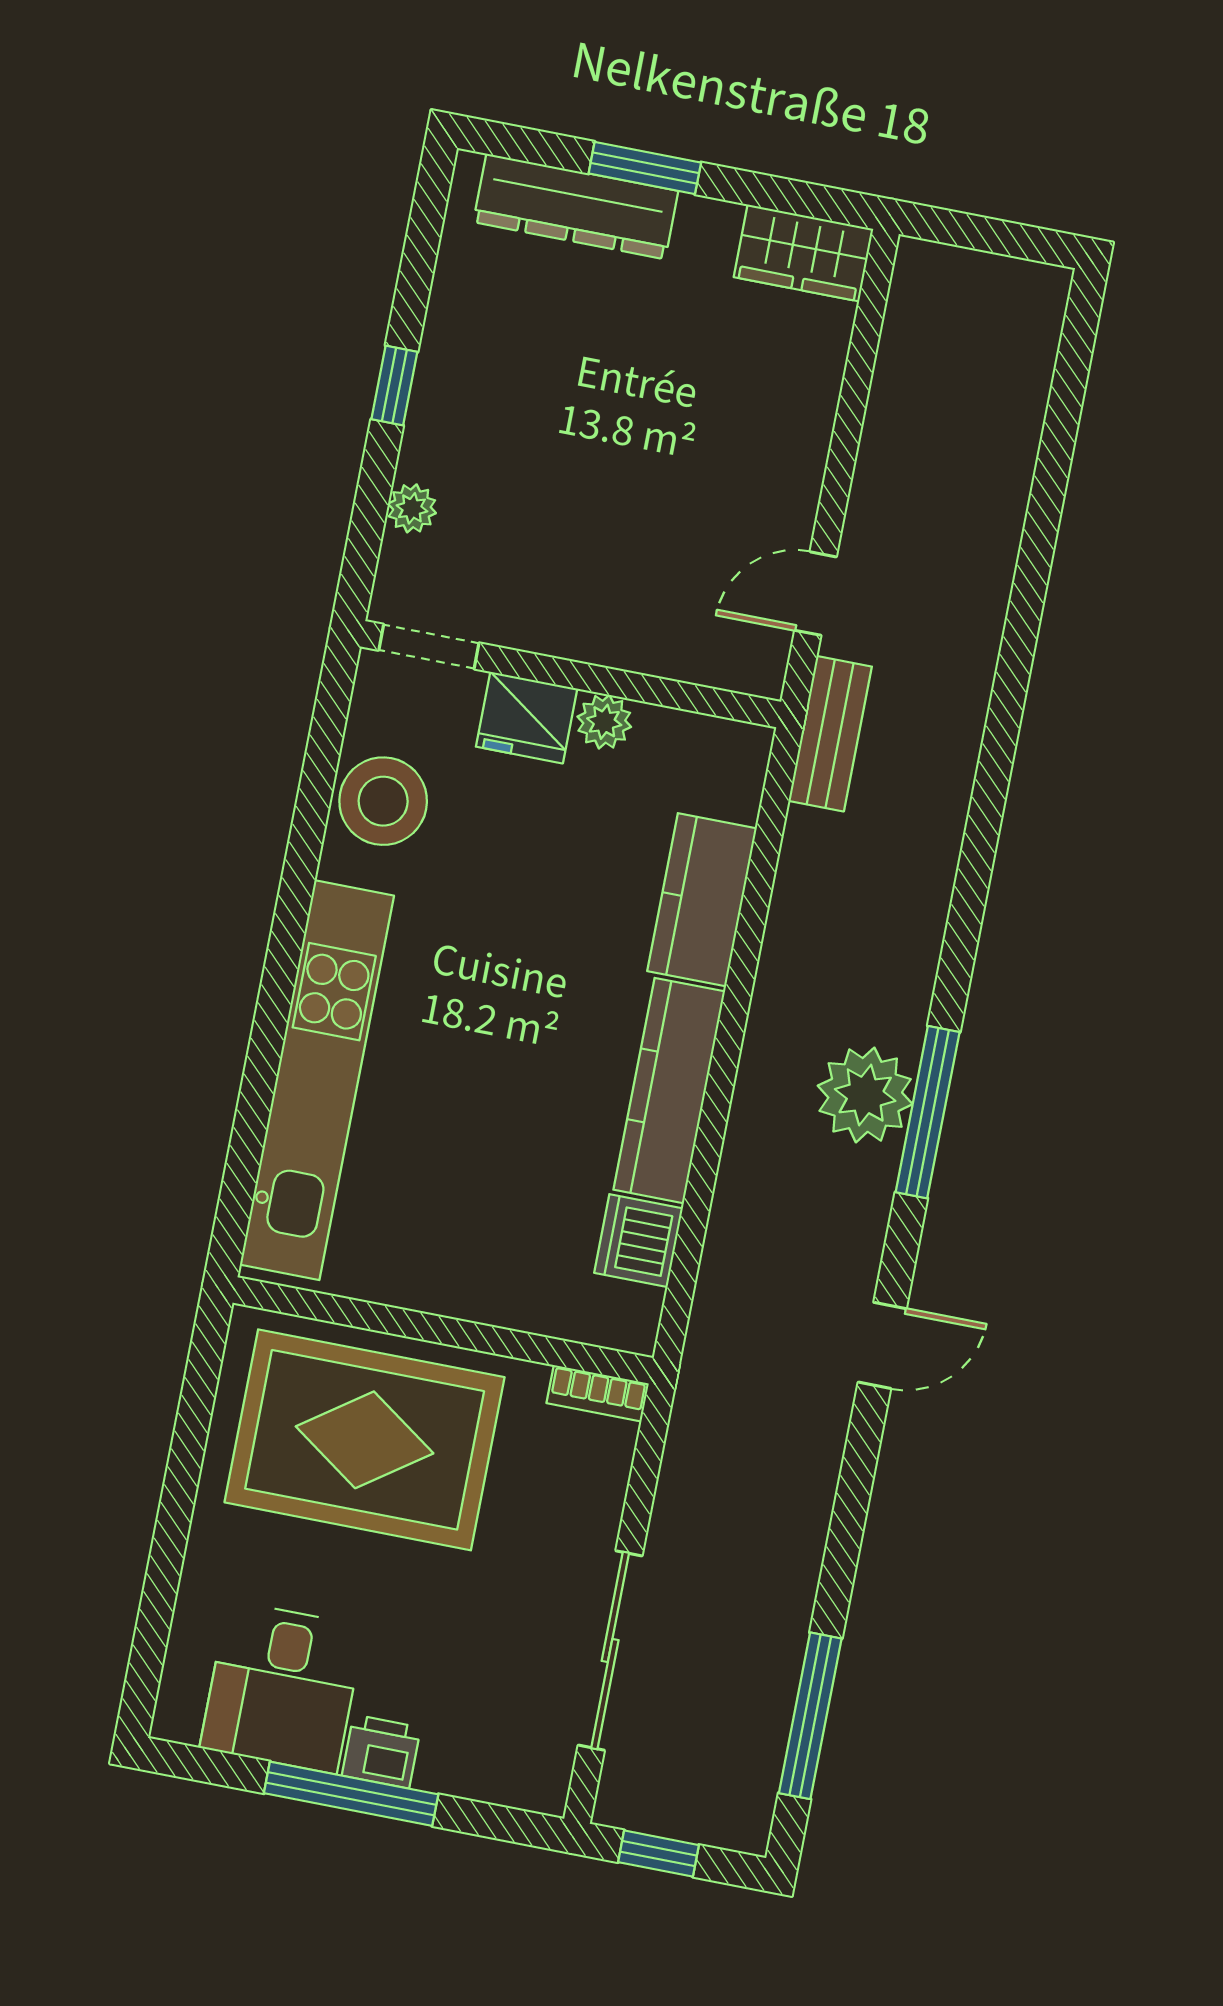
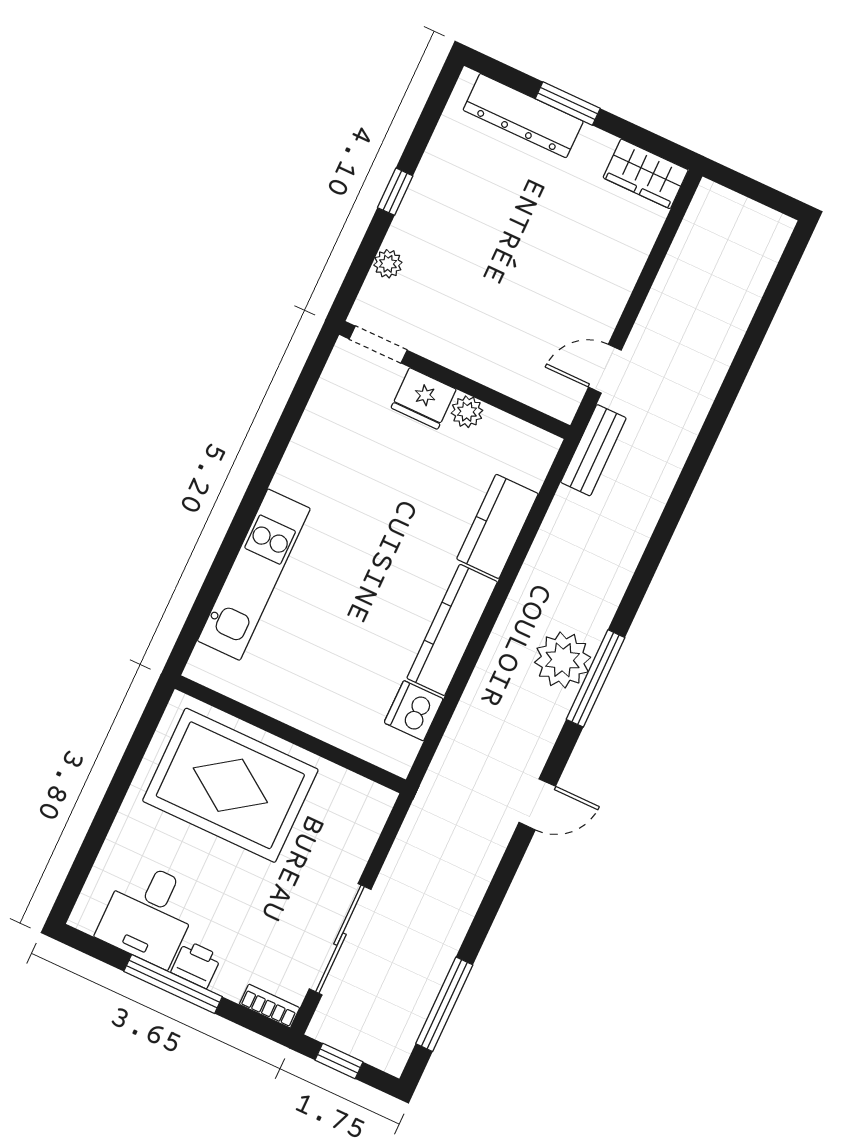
stool: (383, 801) -> (331, 426), removed
kitchen unit: (317, 1080) -> (254, 575), width x0.73
bookcase: (598, 1393) -> (270, 1006), moved, turned 180

